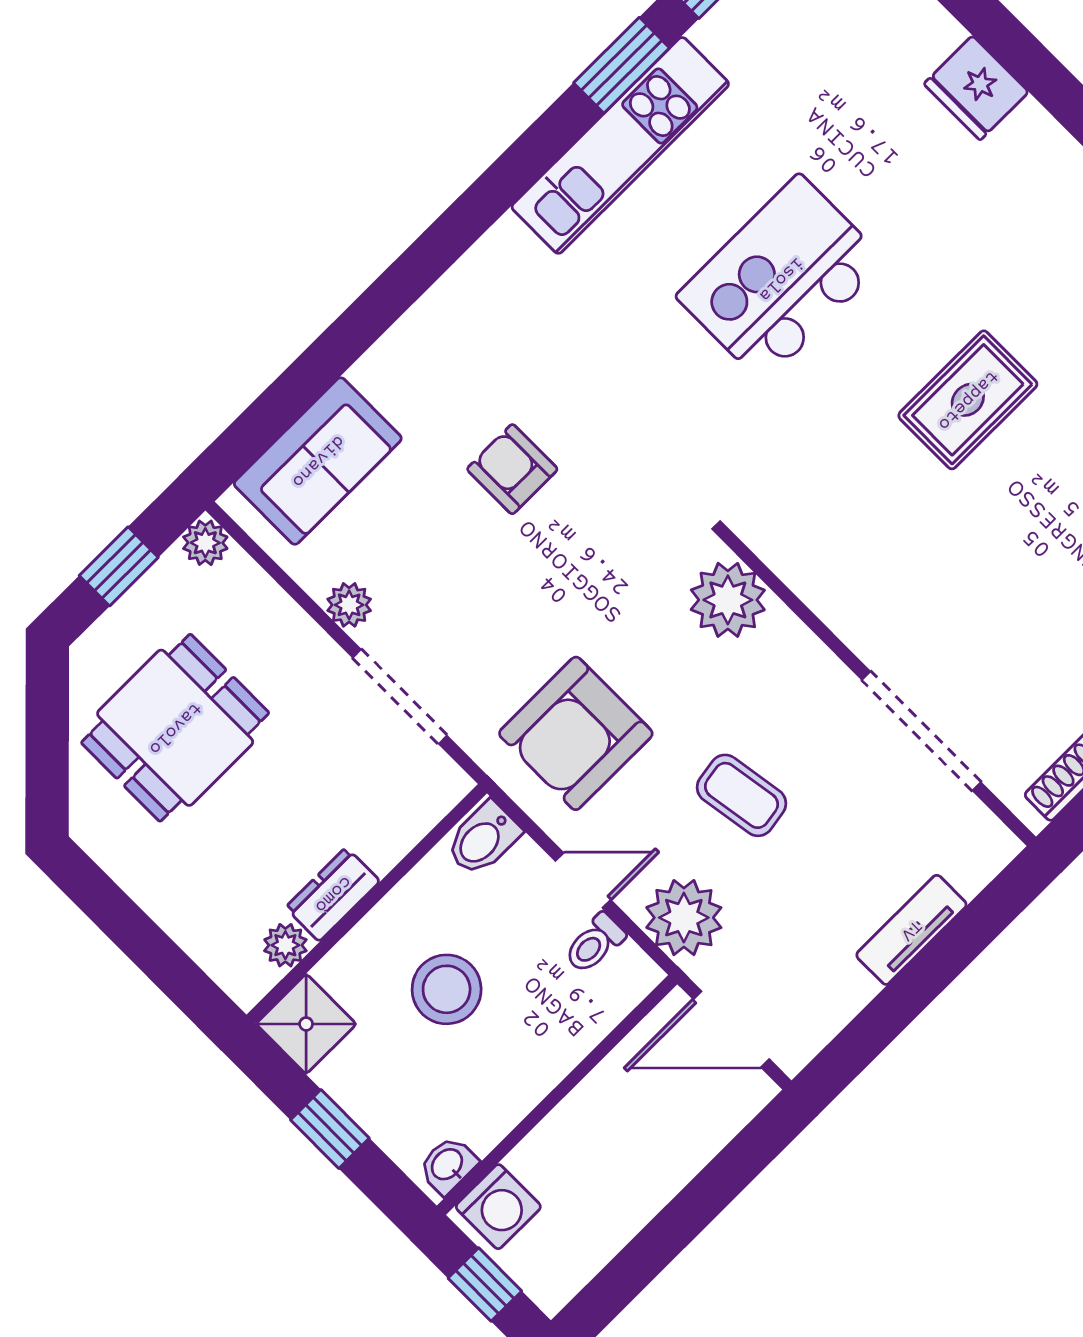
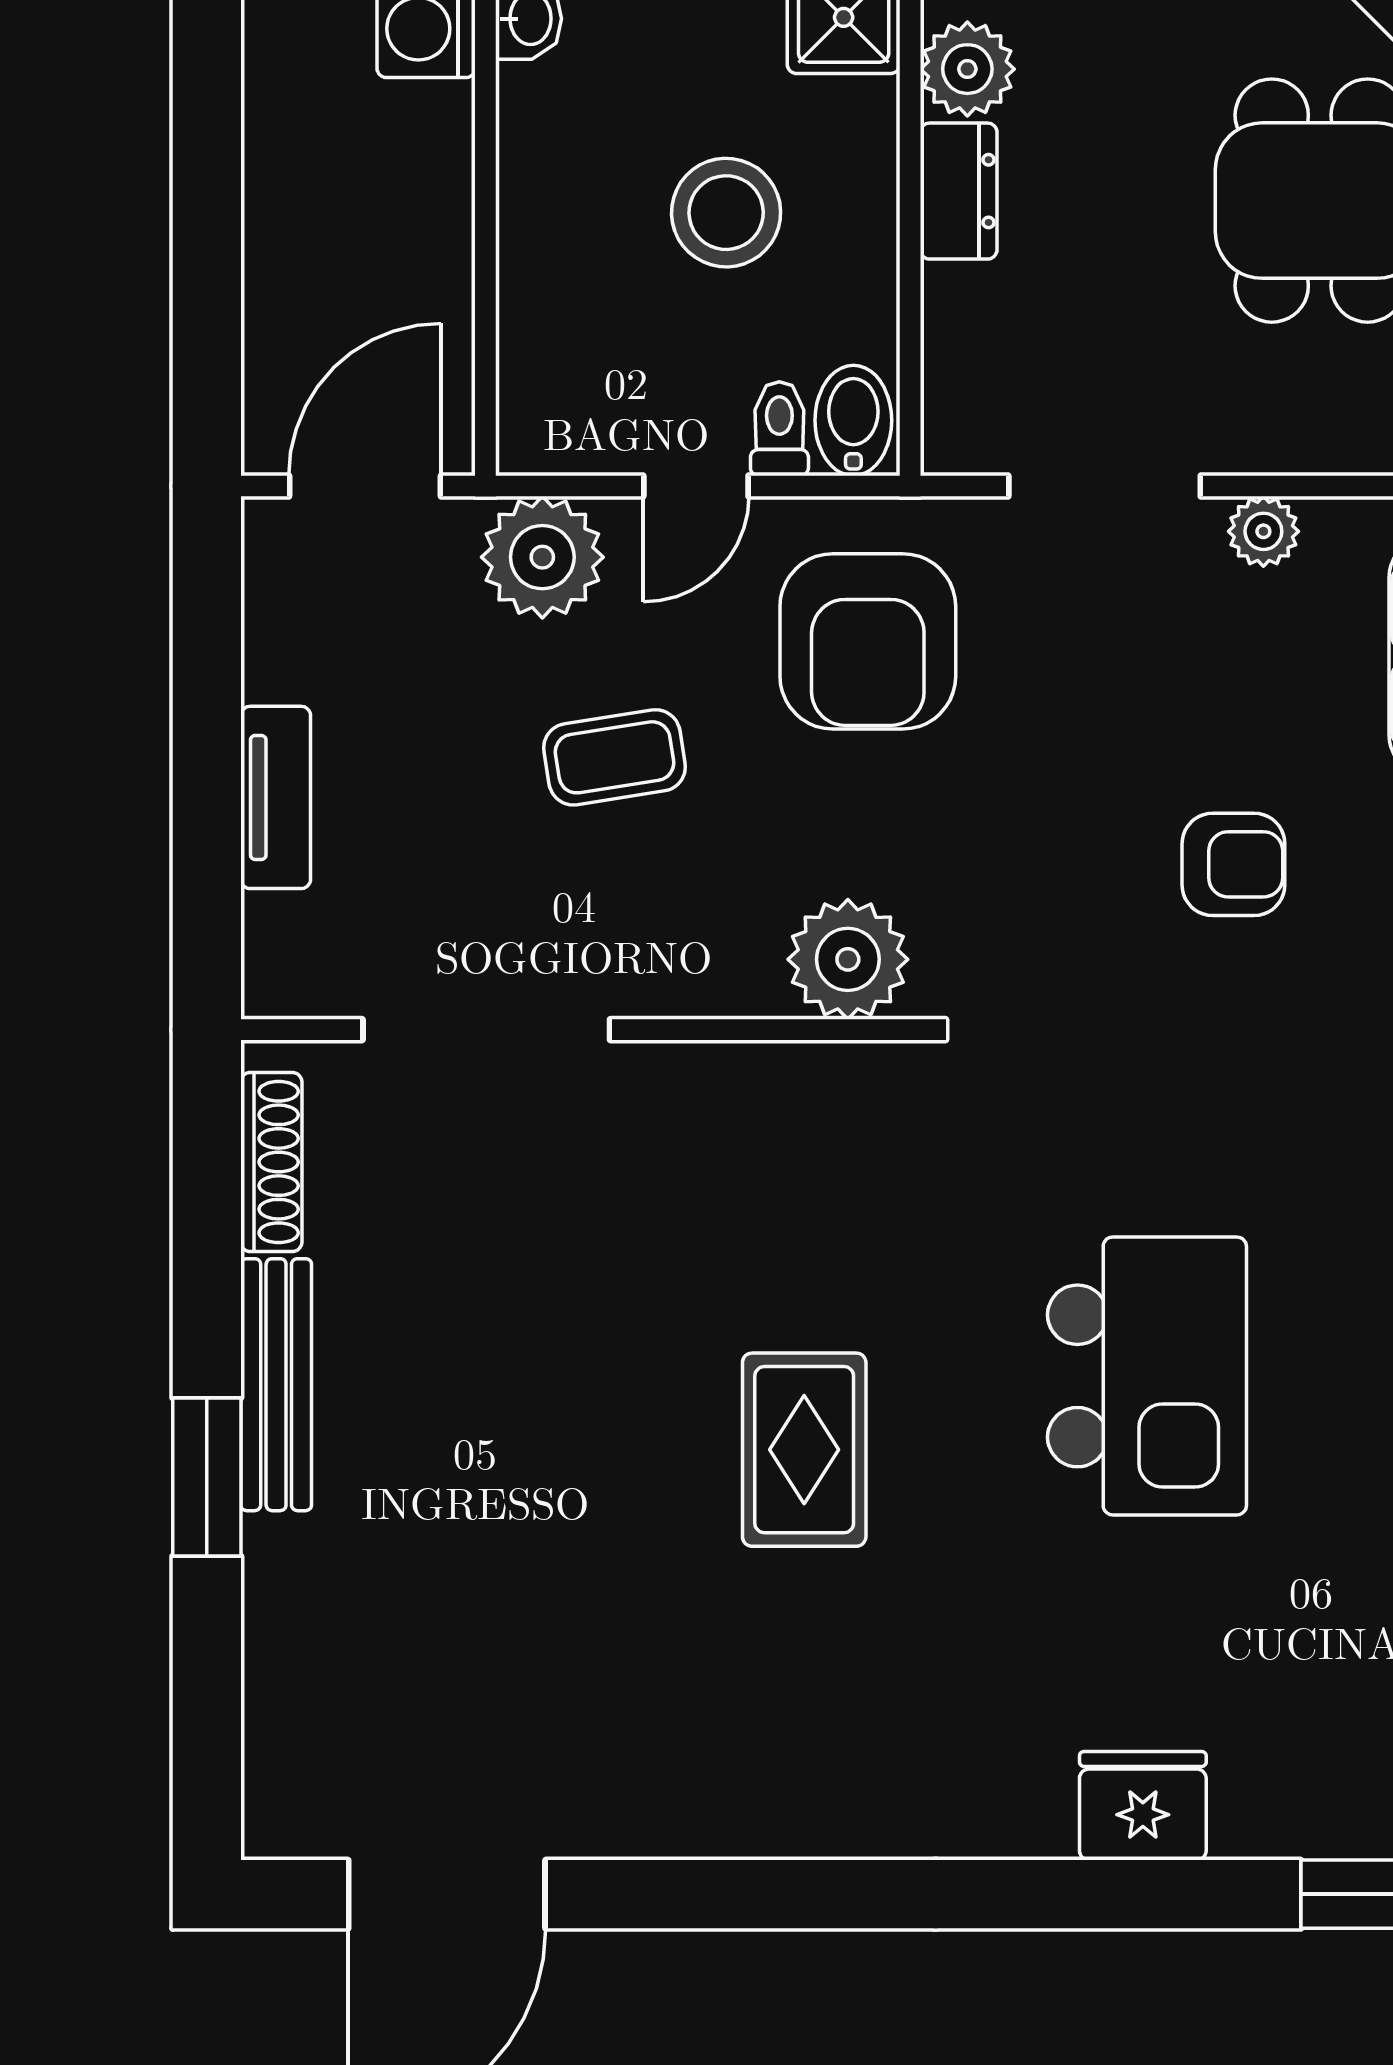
armchair: (576, 733) -> (868, 641), turned 180
toilet: (595, 943) -> (779, 429), moved
plant: (285, 945) -> (967, 69), width x1.38, depth x1.38

